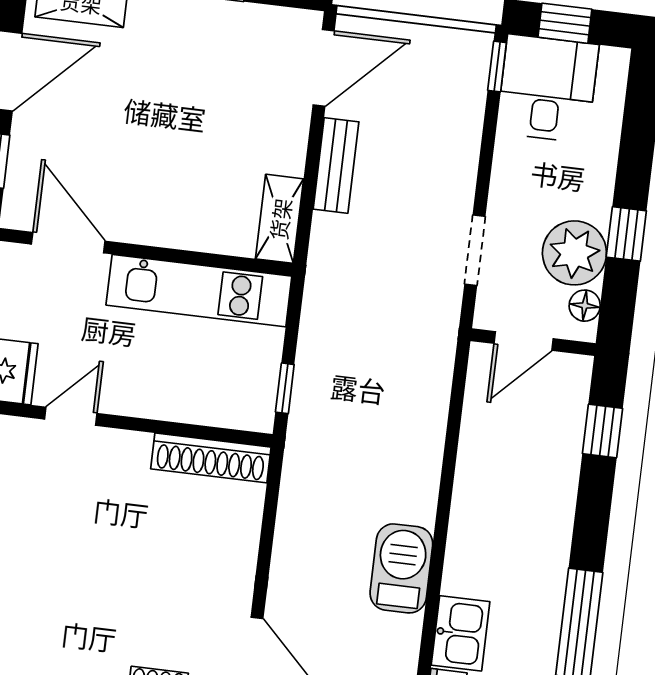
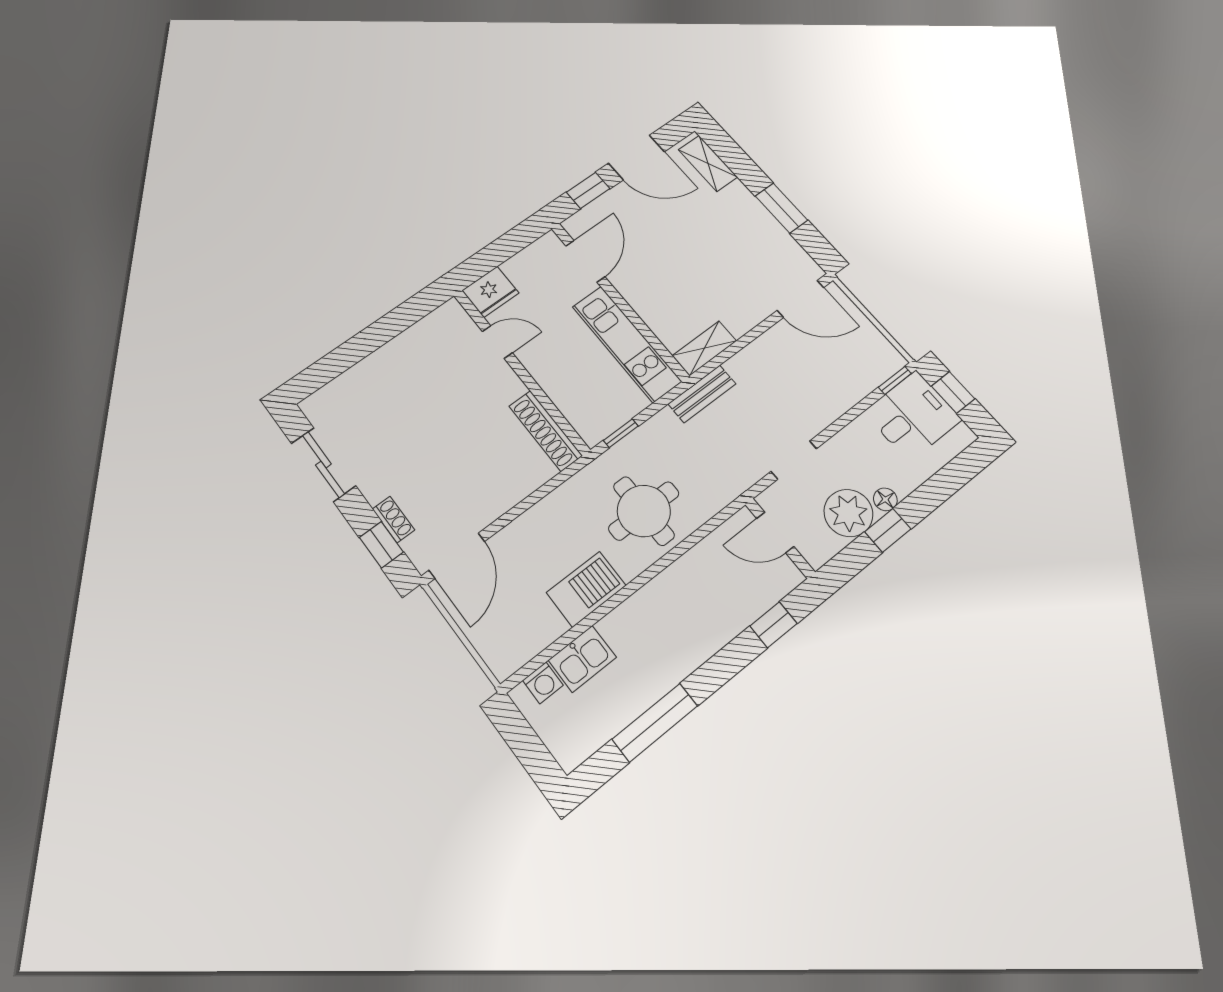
bench: (336, 165) -> (702, 394), moved
floor lamp: (585, 306) -> (885, 499), moved
round table: (382, 443) -> (644, 511), added

